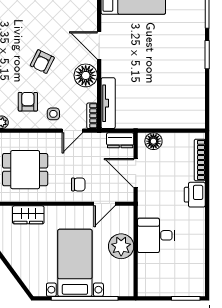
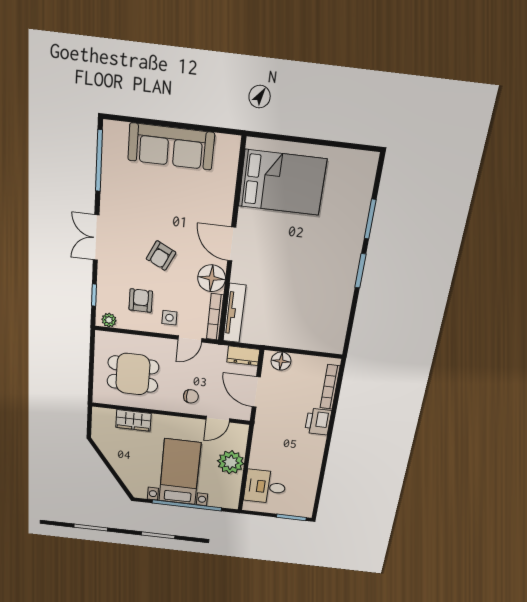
bookcase: (92, 116) -> (215, 317), width x1.56
desk: (156, 235) -> (265, 487), moved

